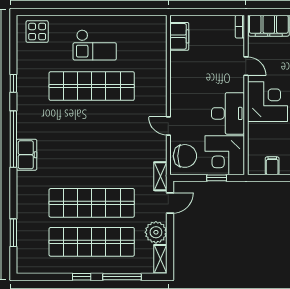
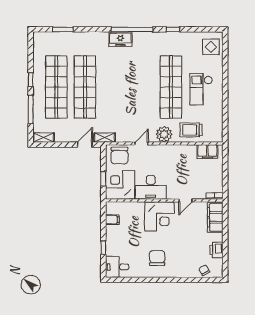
trolley: (150, 59) -> (191, 130), added
door: (170, 203) -> (85, 145), swing flipped
plant: (156, 232) -> (164, 134), moved

